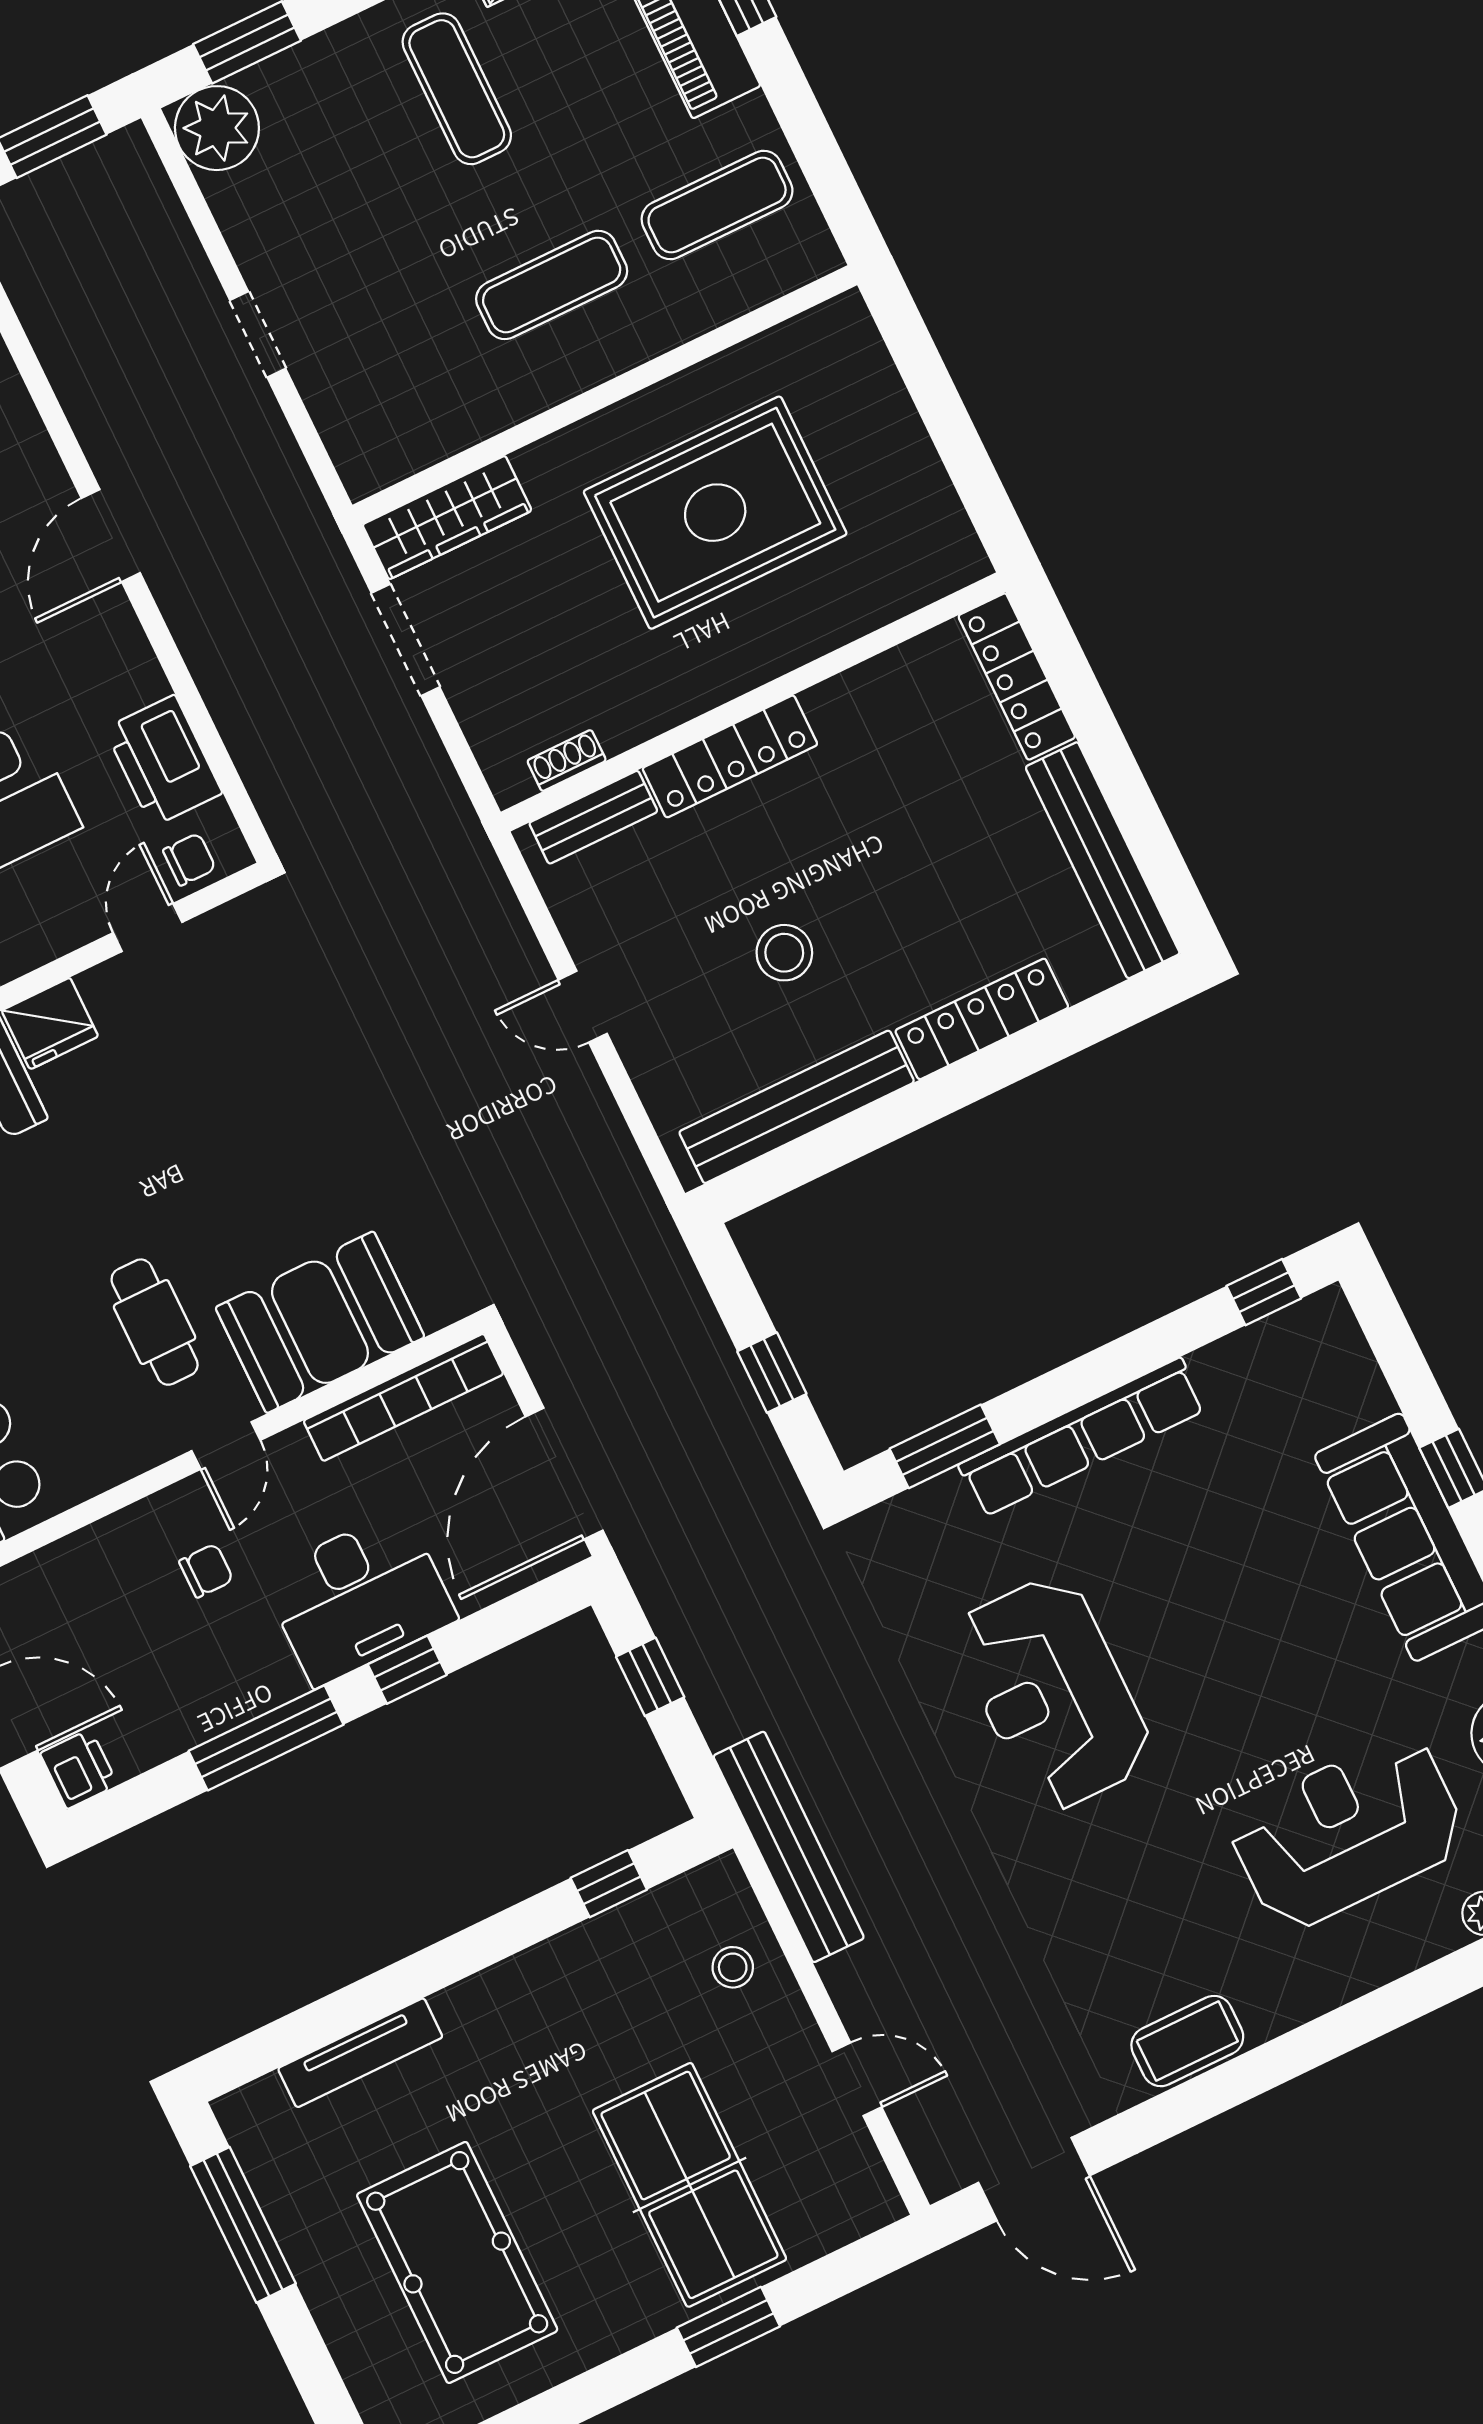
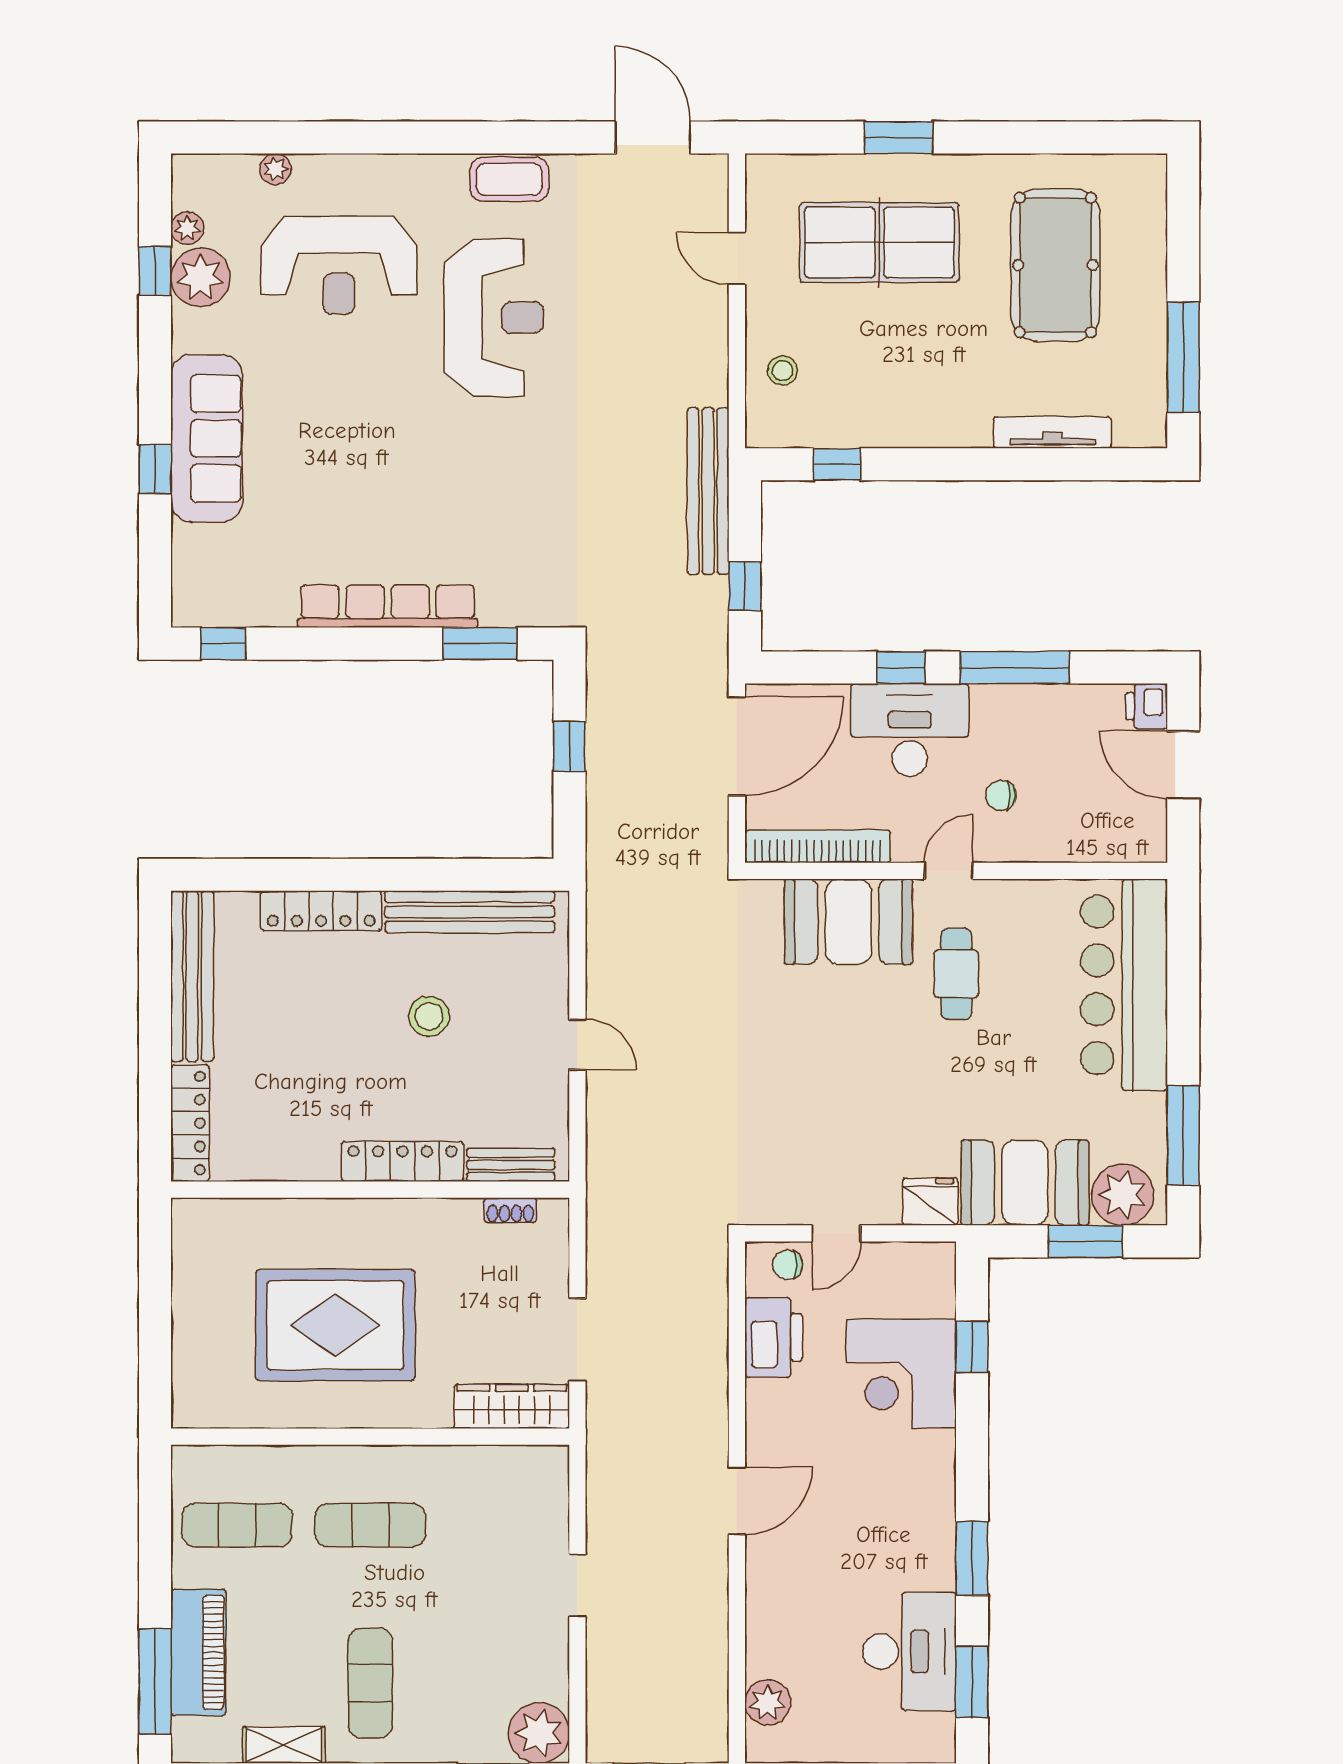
reception desk: (1053, 1693) -> (494, 318), moved
bench: (789, 1847) -> (708, 491), moved
table tennis table: (689, 2185) -> (879, 242), turned 90

